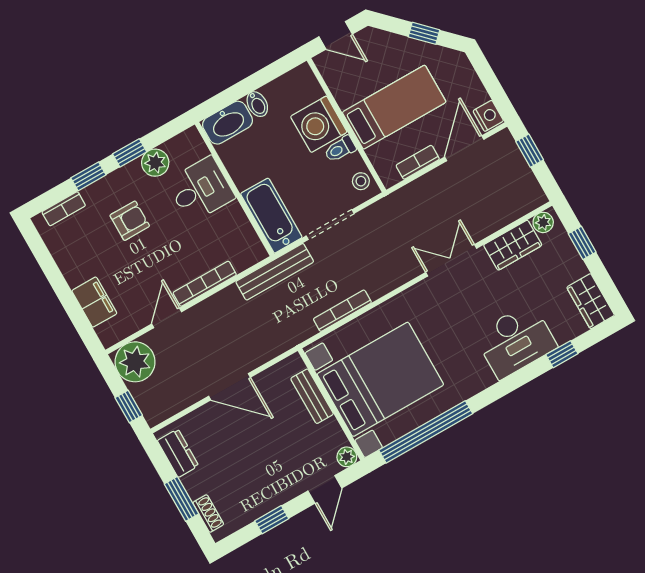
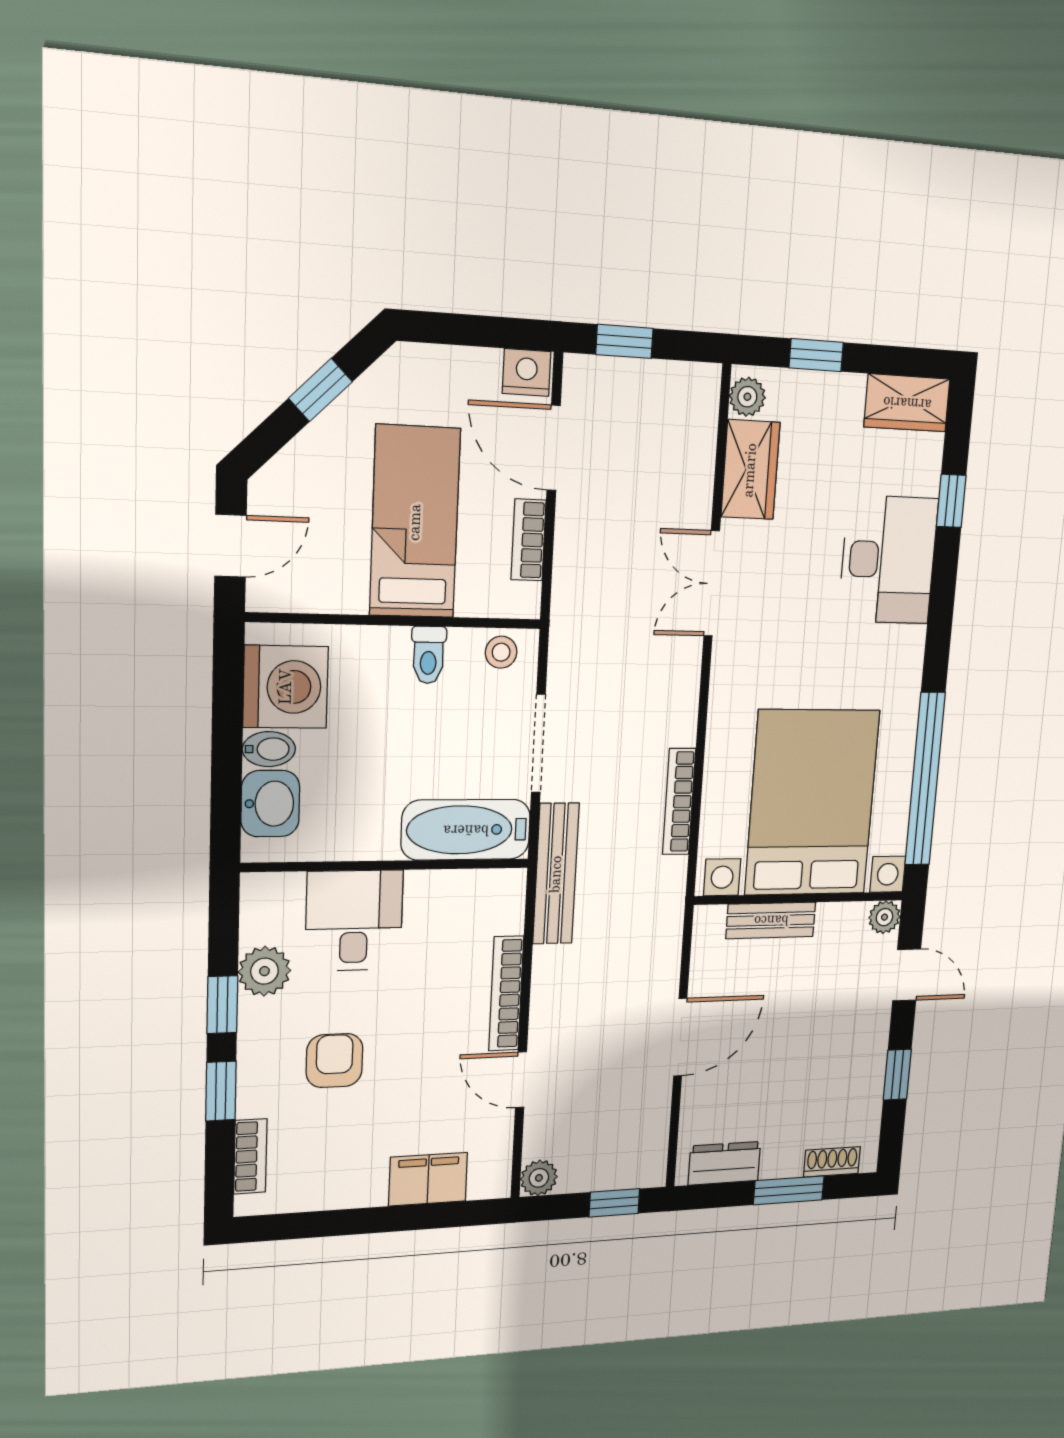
washbasin: (228, 123) -> (270, 804), width x0.72
washing machine: (319, 124) -> (286, 687), moved, turned -90
plant: (135, 362) -> (539, 1178), width x0.53, depth x0.53

